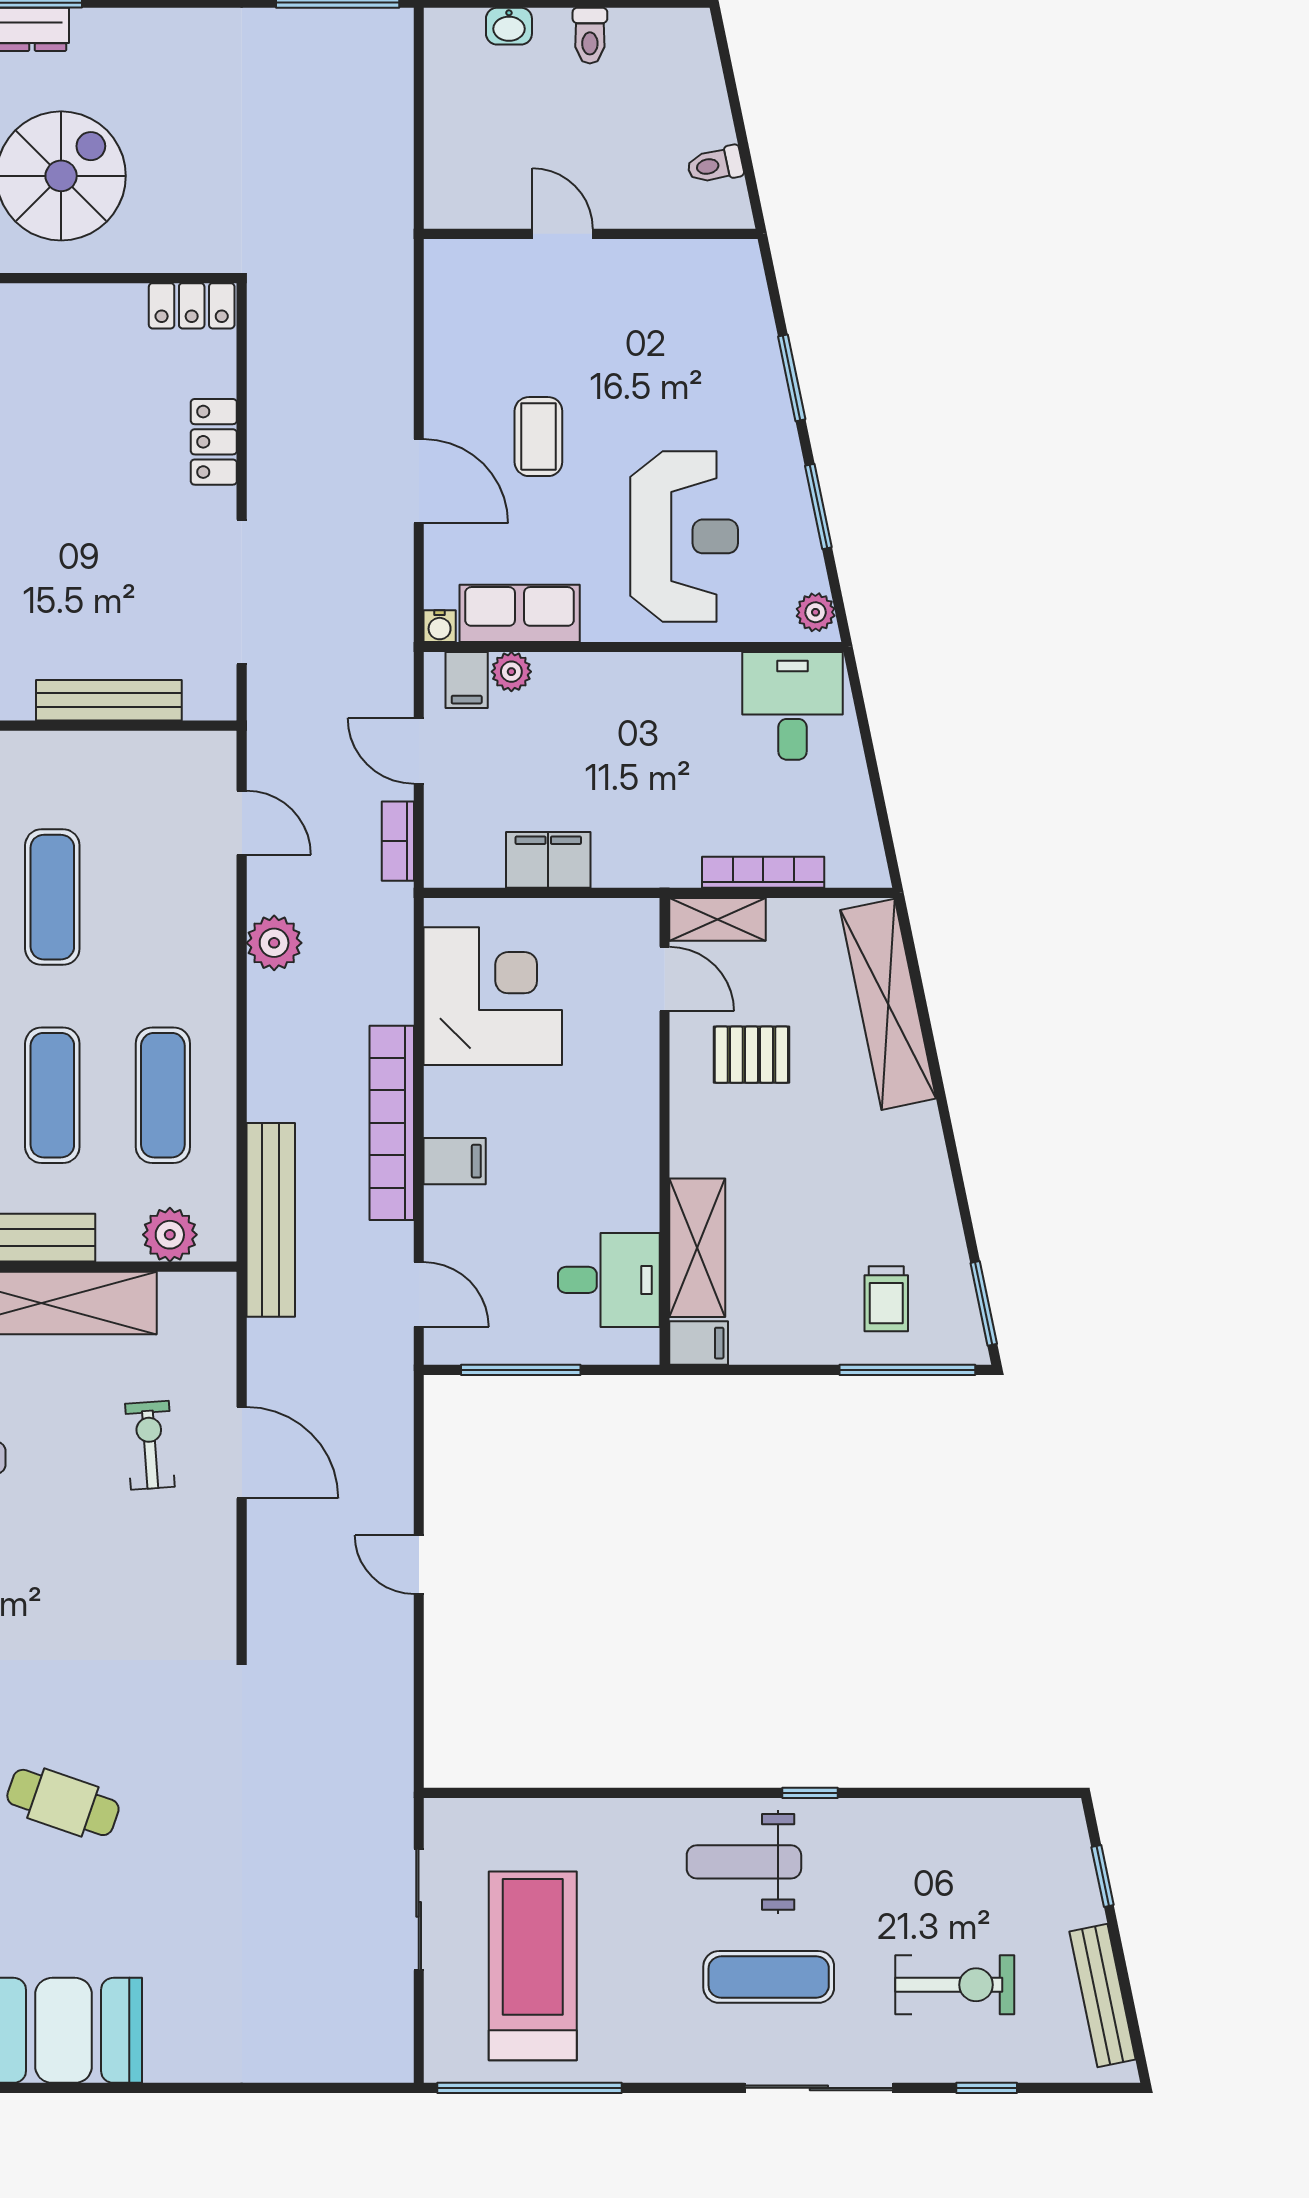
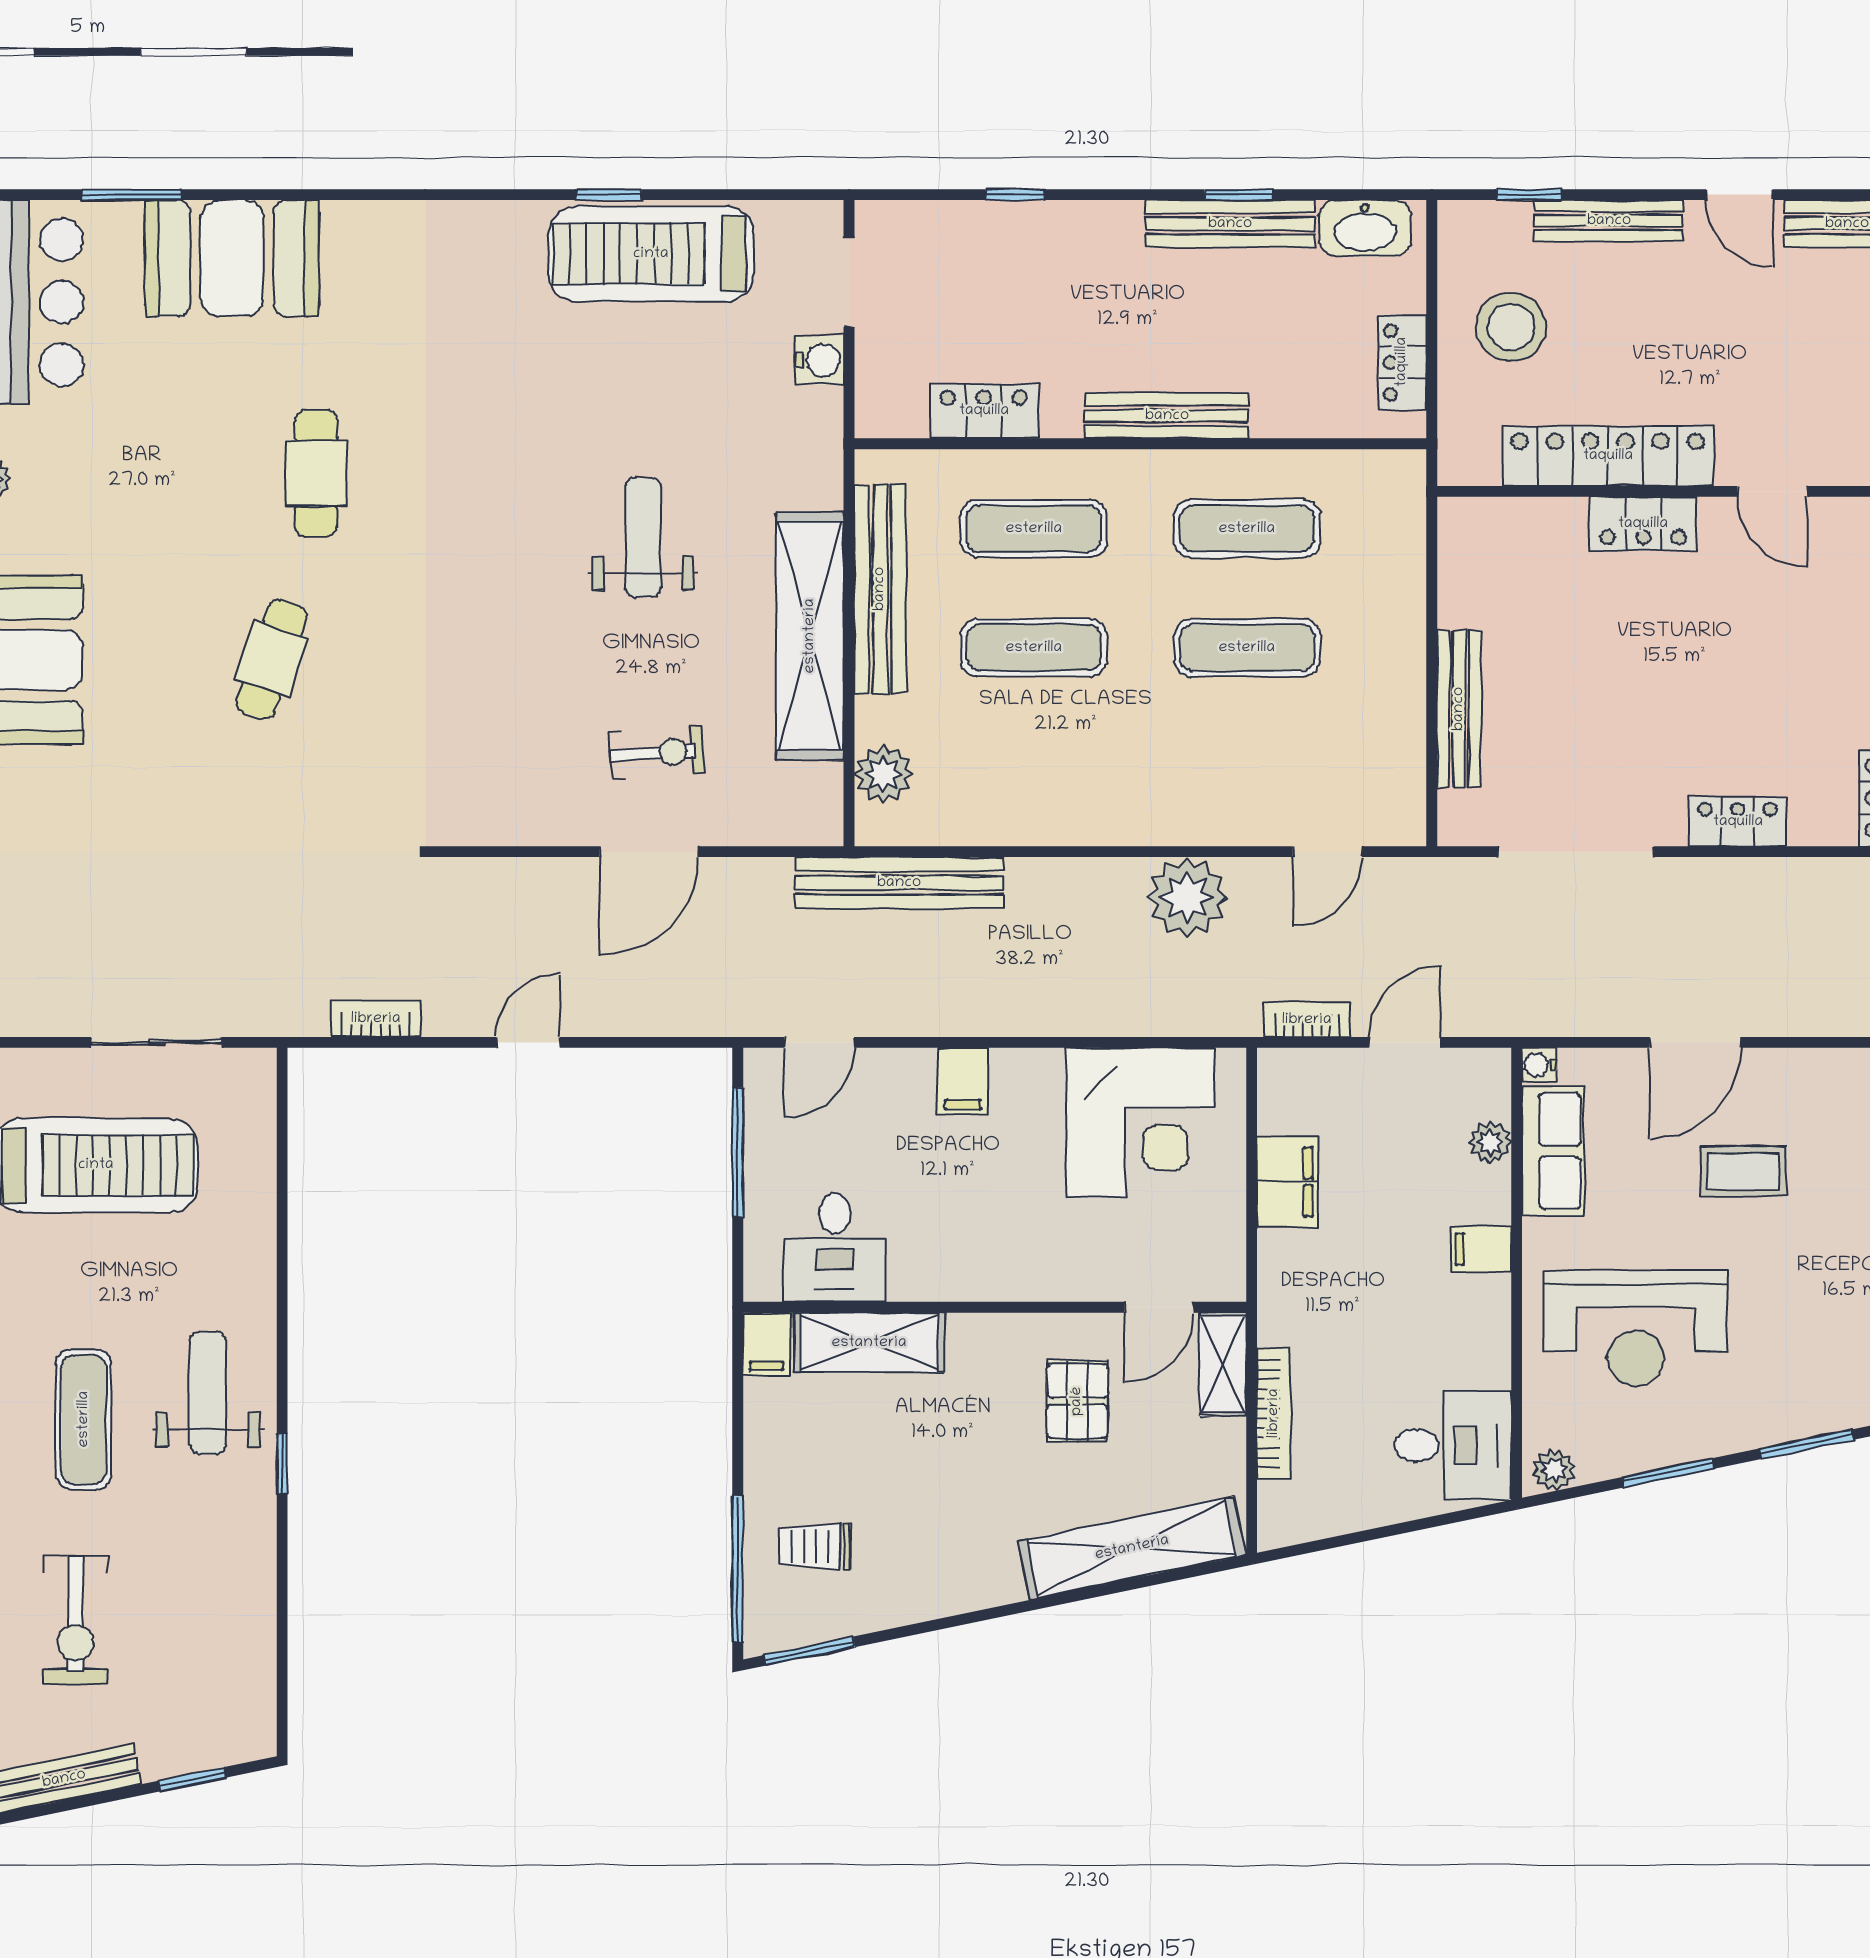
filing cabinet: (467, 680) -> (1481, 1249), moved
plant: (274, 943) -> (1187, 897), width x1.36, depth x1.36
exercise mat: (163, 1095) -> (1034, 767), removed
bookcase: (392, 1123) -> (376, 1019), moved, width x0.43, depth x0.76

